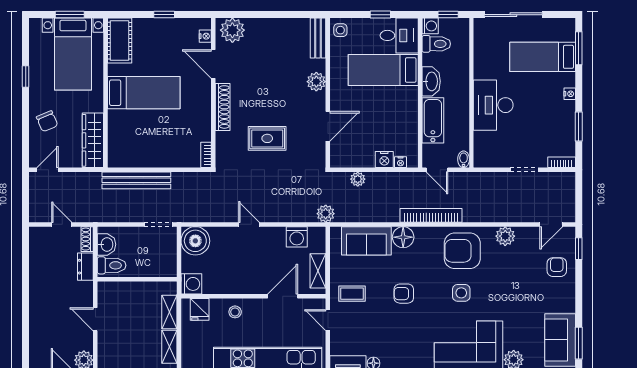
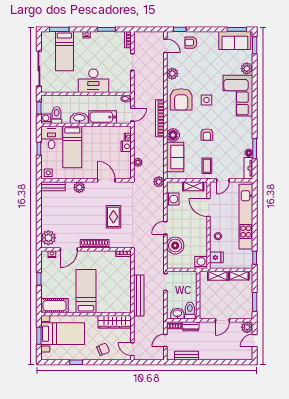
boiler: (195, 241) -> (175, 246), moved
bench: (36, 260) -> (186, 356), added

